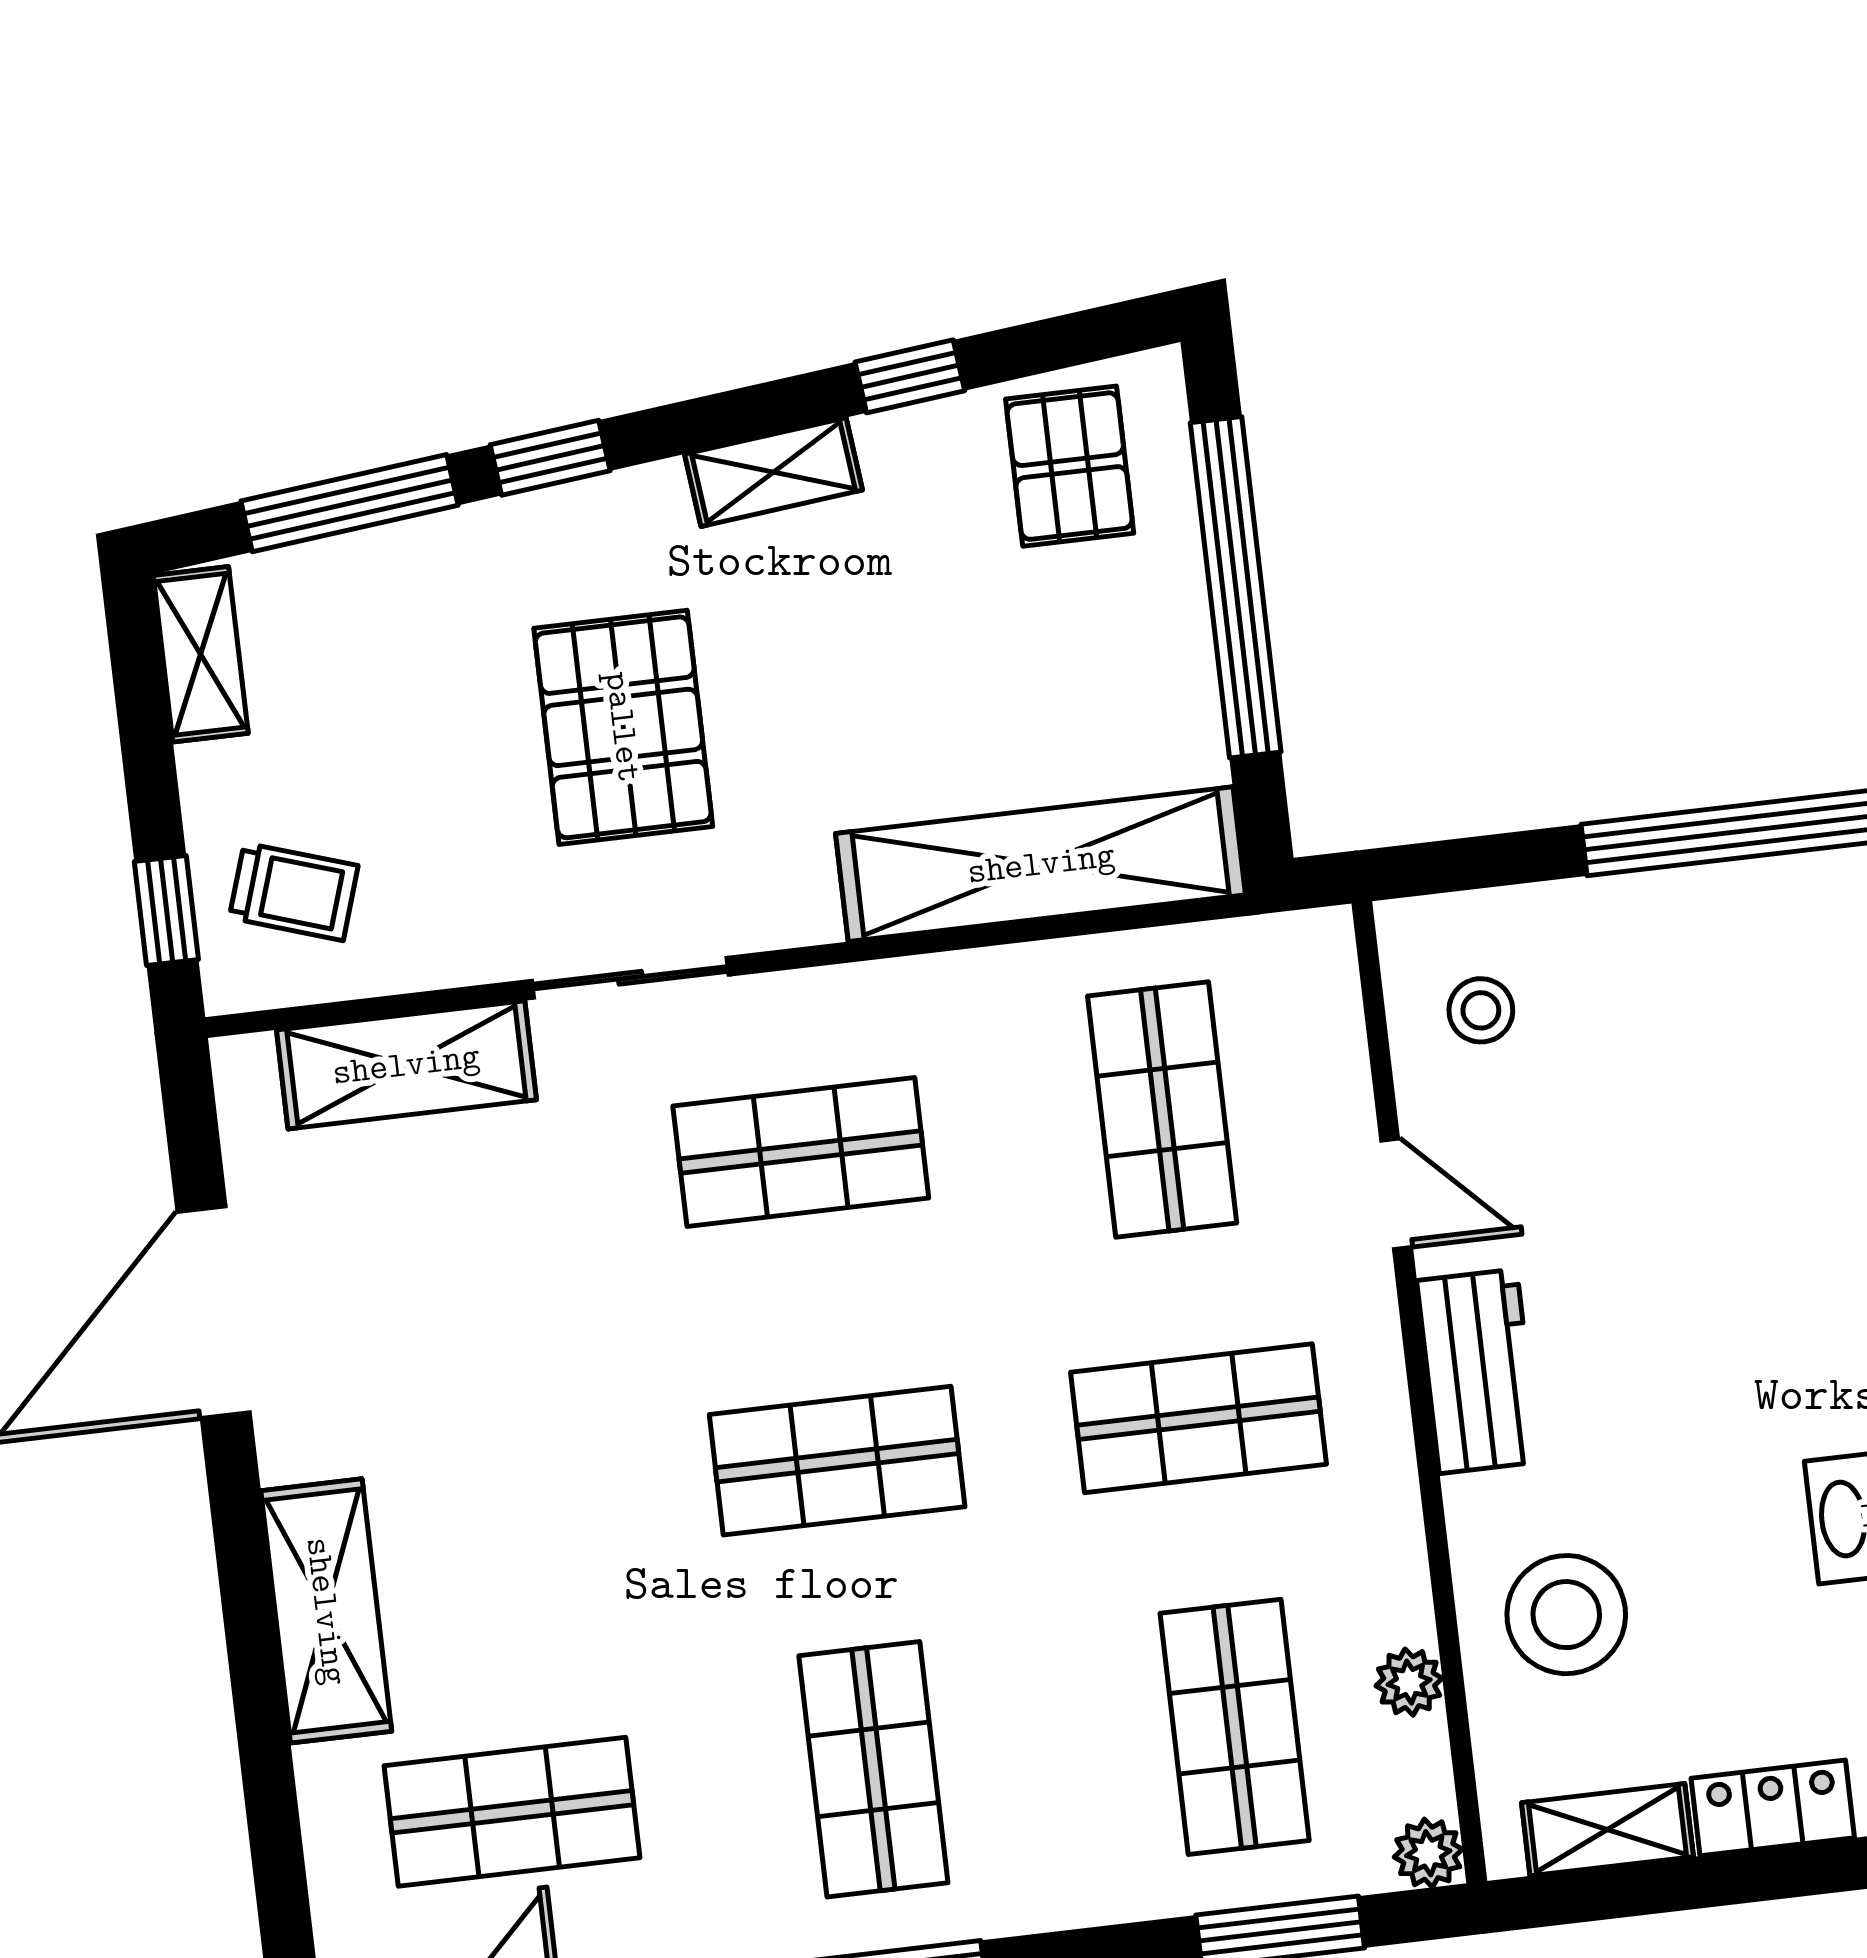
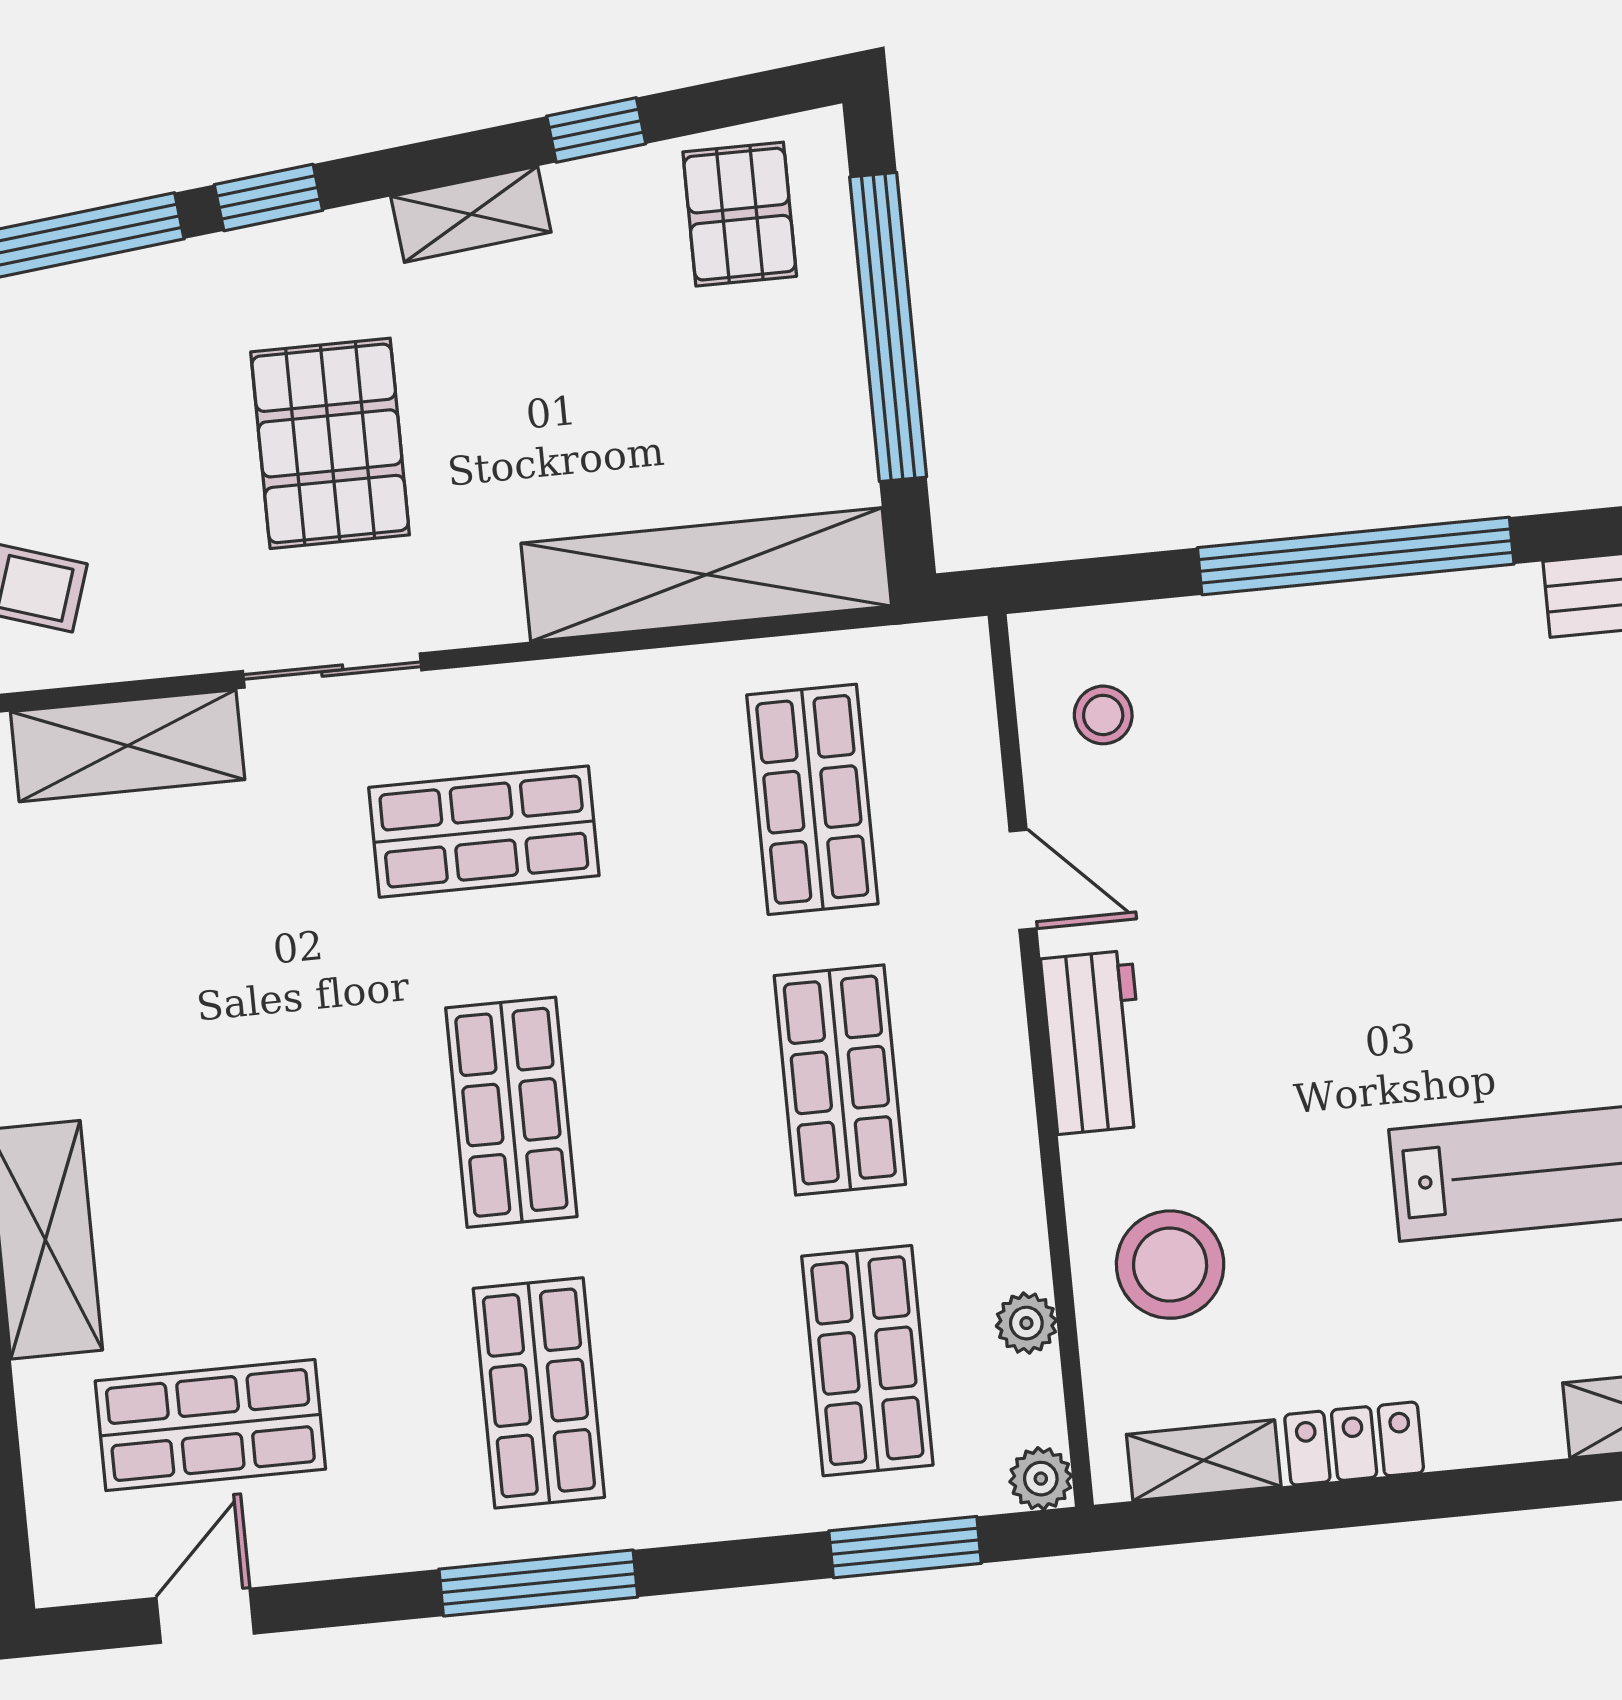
shop shelf: (1198, 1418) -> (840, 1080), turned 90
shop shelf: (837, 1461) -> (511, 1112), turned 90

